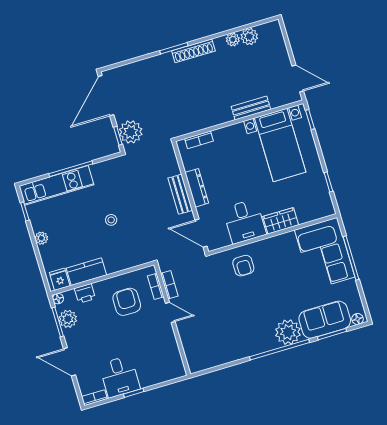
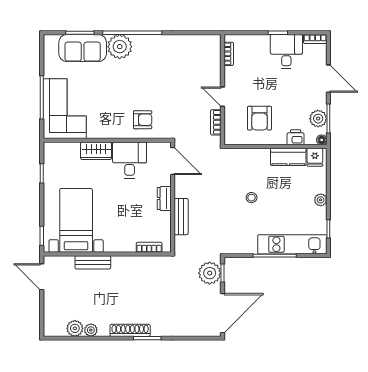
dresser: (197, 188) -> (164, 199), width x0.70
bench: (180, 194) -> (181, 217), moved
armchair: (243, 266) -> (143, 120), turned 90
bookcase: (156, 286) -> (229, 54), moved
floor lamp: (358, 319) -> (52, 40), removed

